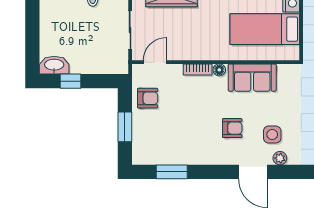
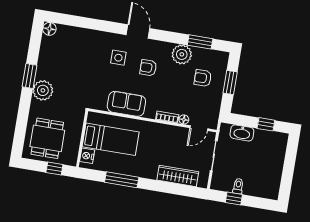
washbasin: (54, 65) -> (242, 133), moved
floor lamp: (219, 70) -> (184, 120), moved
armchair: (148, 98) -> (203, 78), moved
plant: (280, 158) -> (182, 54), moved, width x1.88, depth x1.88

